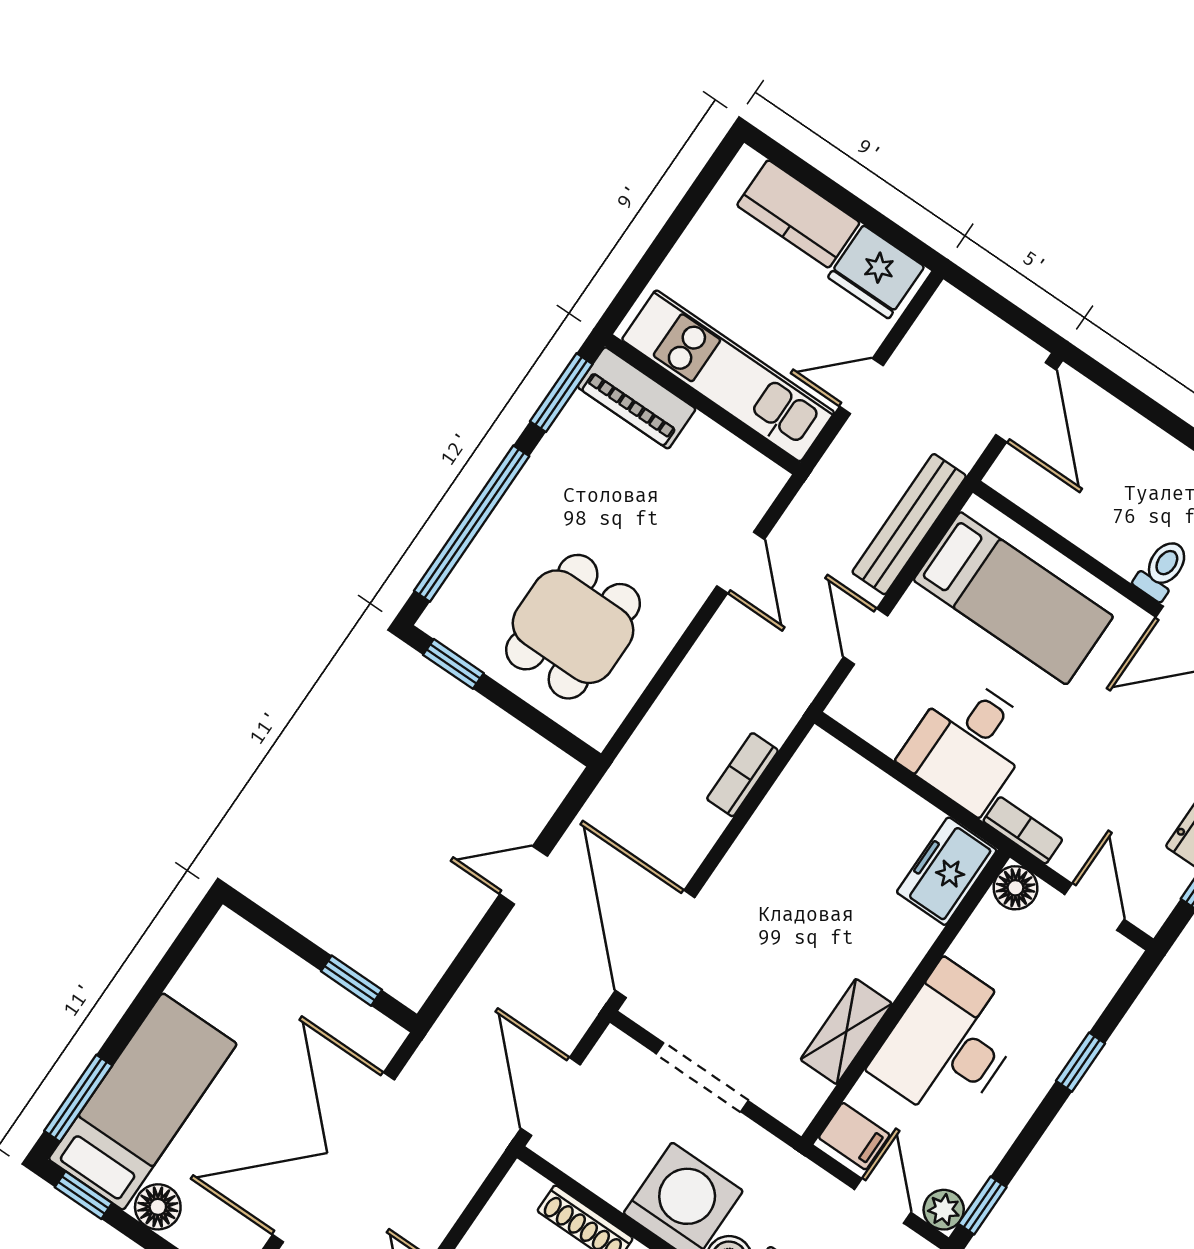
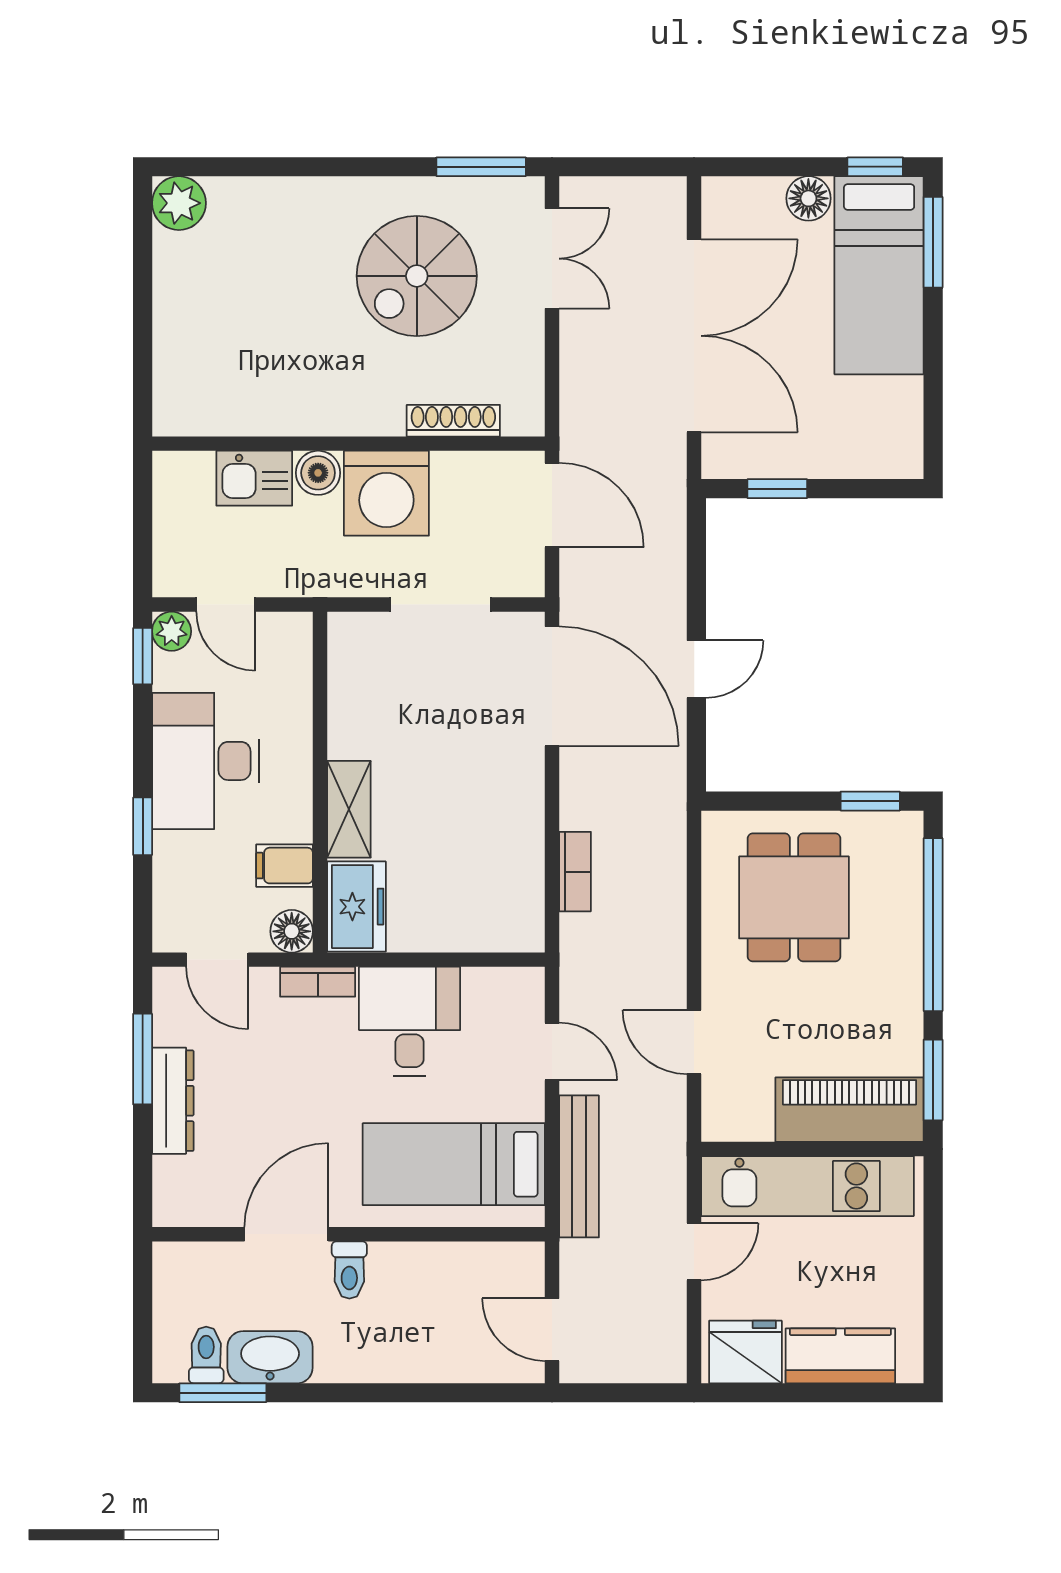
piano: (637, 398) -> (849, 1110), width x1.37, depth x1.33
door: (1026, 402) -> (552, 1330), width x0.73
shelving: (846, 1032) -> (349, 809), moved
desk: (949, 1044) -> (206, 761), moved, turned 180
filing cabinet: (854, 1136) -> (285, 866), moved

